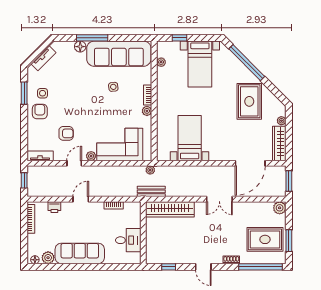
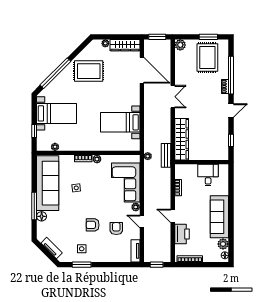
armchair: (40, 112) -> (93, 225), moved
printer: (54, 207) -> (182, 234), width x1.87, depth x1.48
window: (260, 267) -> (231, 75), moved

